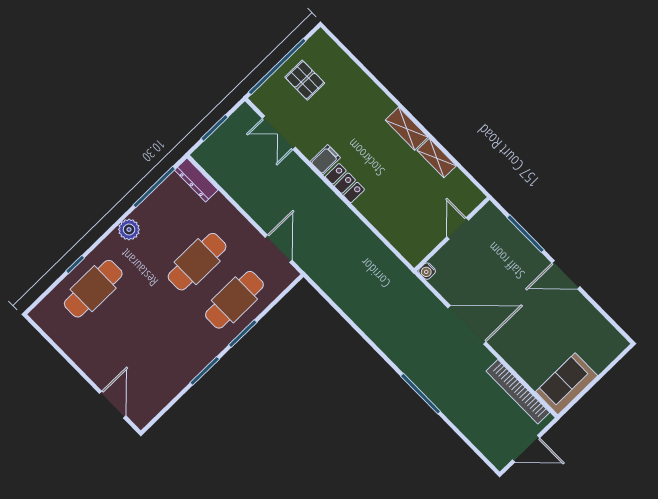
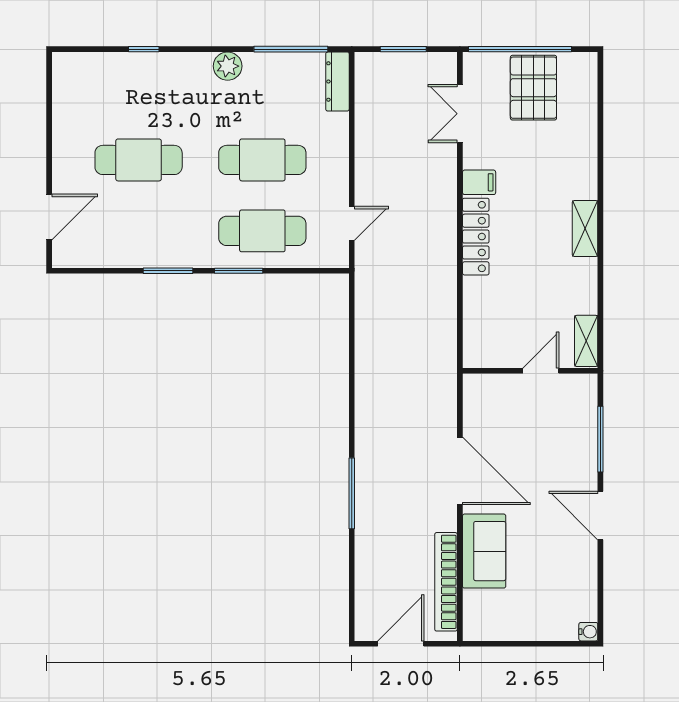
pallet: (305, 80) -> (533, 88), width x1.50, depth x1.42
shelving: (437, 158) -> (586, 341), moved
locker: (345, 183) -> (476, 237), width x1.53
door: (279, 249) -> (352, 223), width x0.73
water cooler: (427, 271) -> (588, 632), moved, turned 180
cafe table: (93, 289) -> (139, 160), moved
sofa: (567, 384) -> (484, 551), moved, turned 90
door: (526, 449) -> (401, 644), swing flipped

